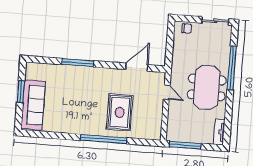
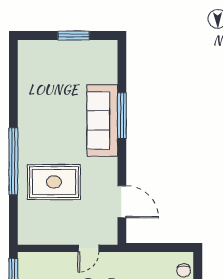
sofa: (33, 105) -> (102, 120), moved, turned 90

